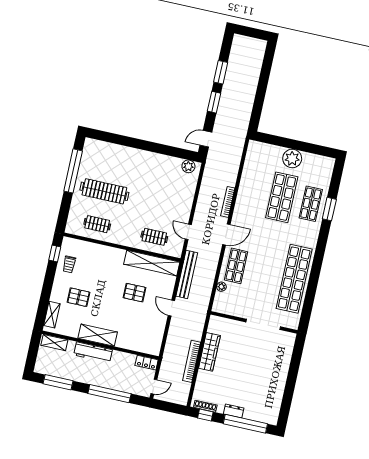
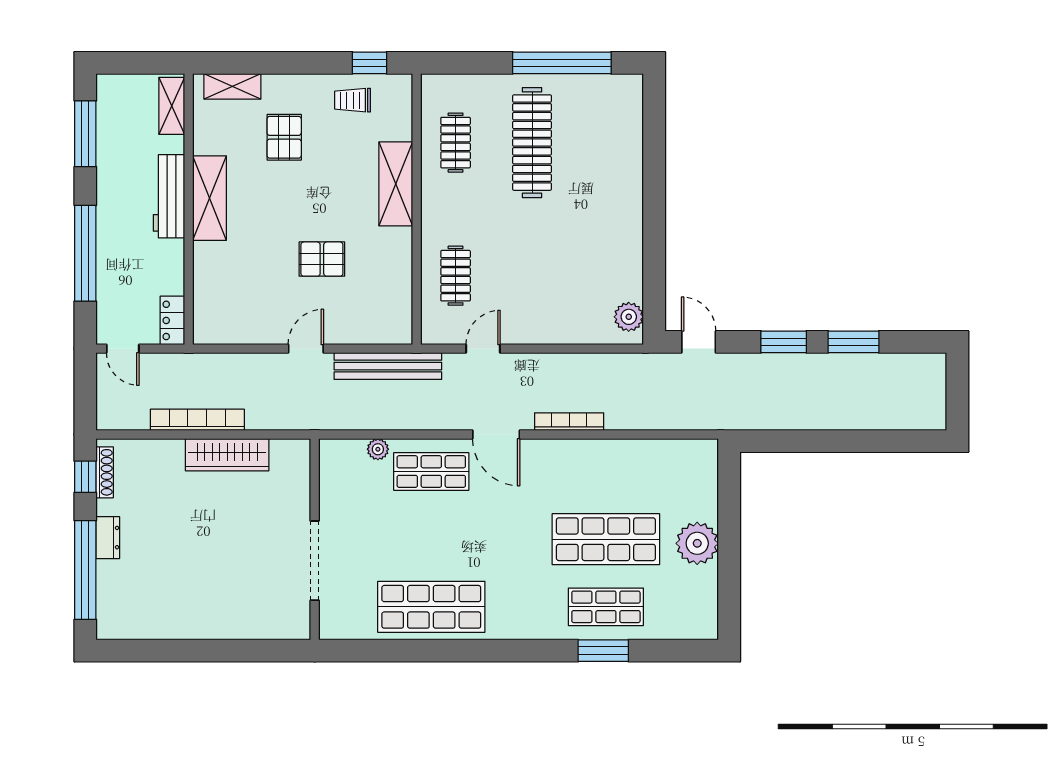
shelving: (152, 263) -> (396, 184), moved, width x0.68
shop shelf: (294, 279) -> (431, 607), width x0.71
pallet: (134, 293) -> (322, 259), turned 90

